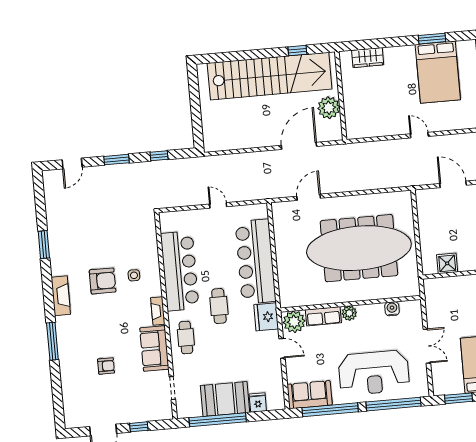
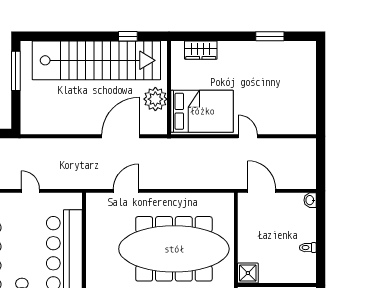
bed: (438, 72) -> (202, 111), moved, turned -90
window: (194, 93) -> (16, 71), added
door: (453, 184) -> (262, 191), moved
shower: (447, 263) -> (248, 273), moved

